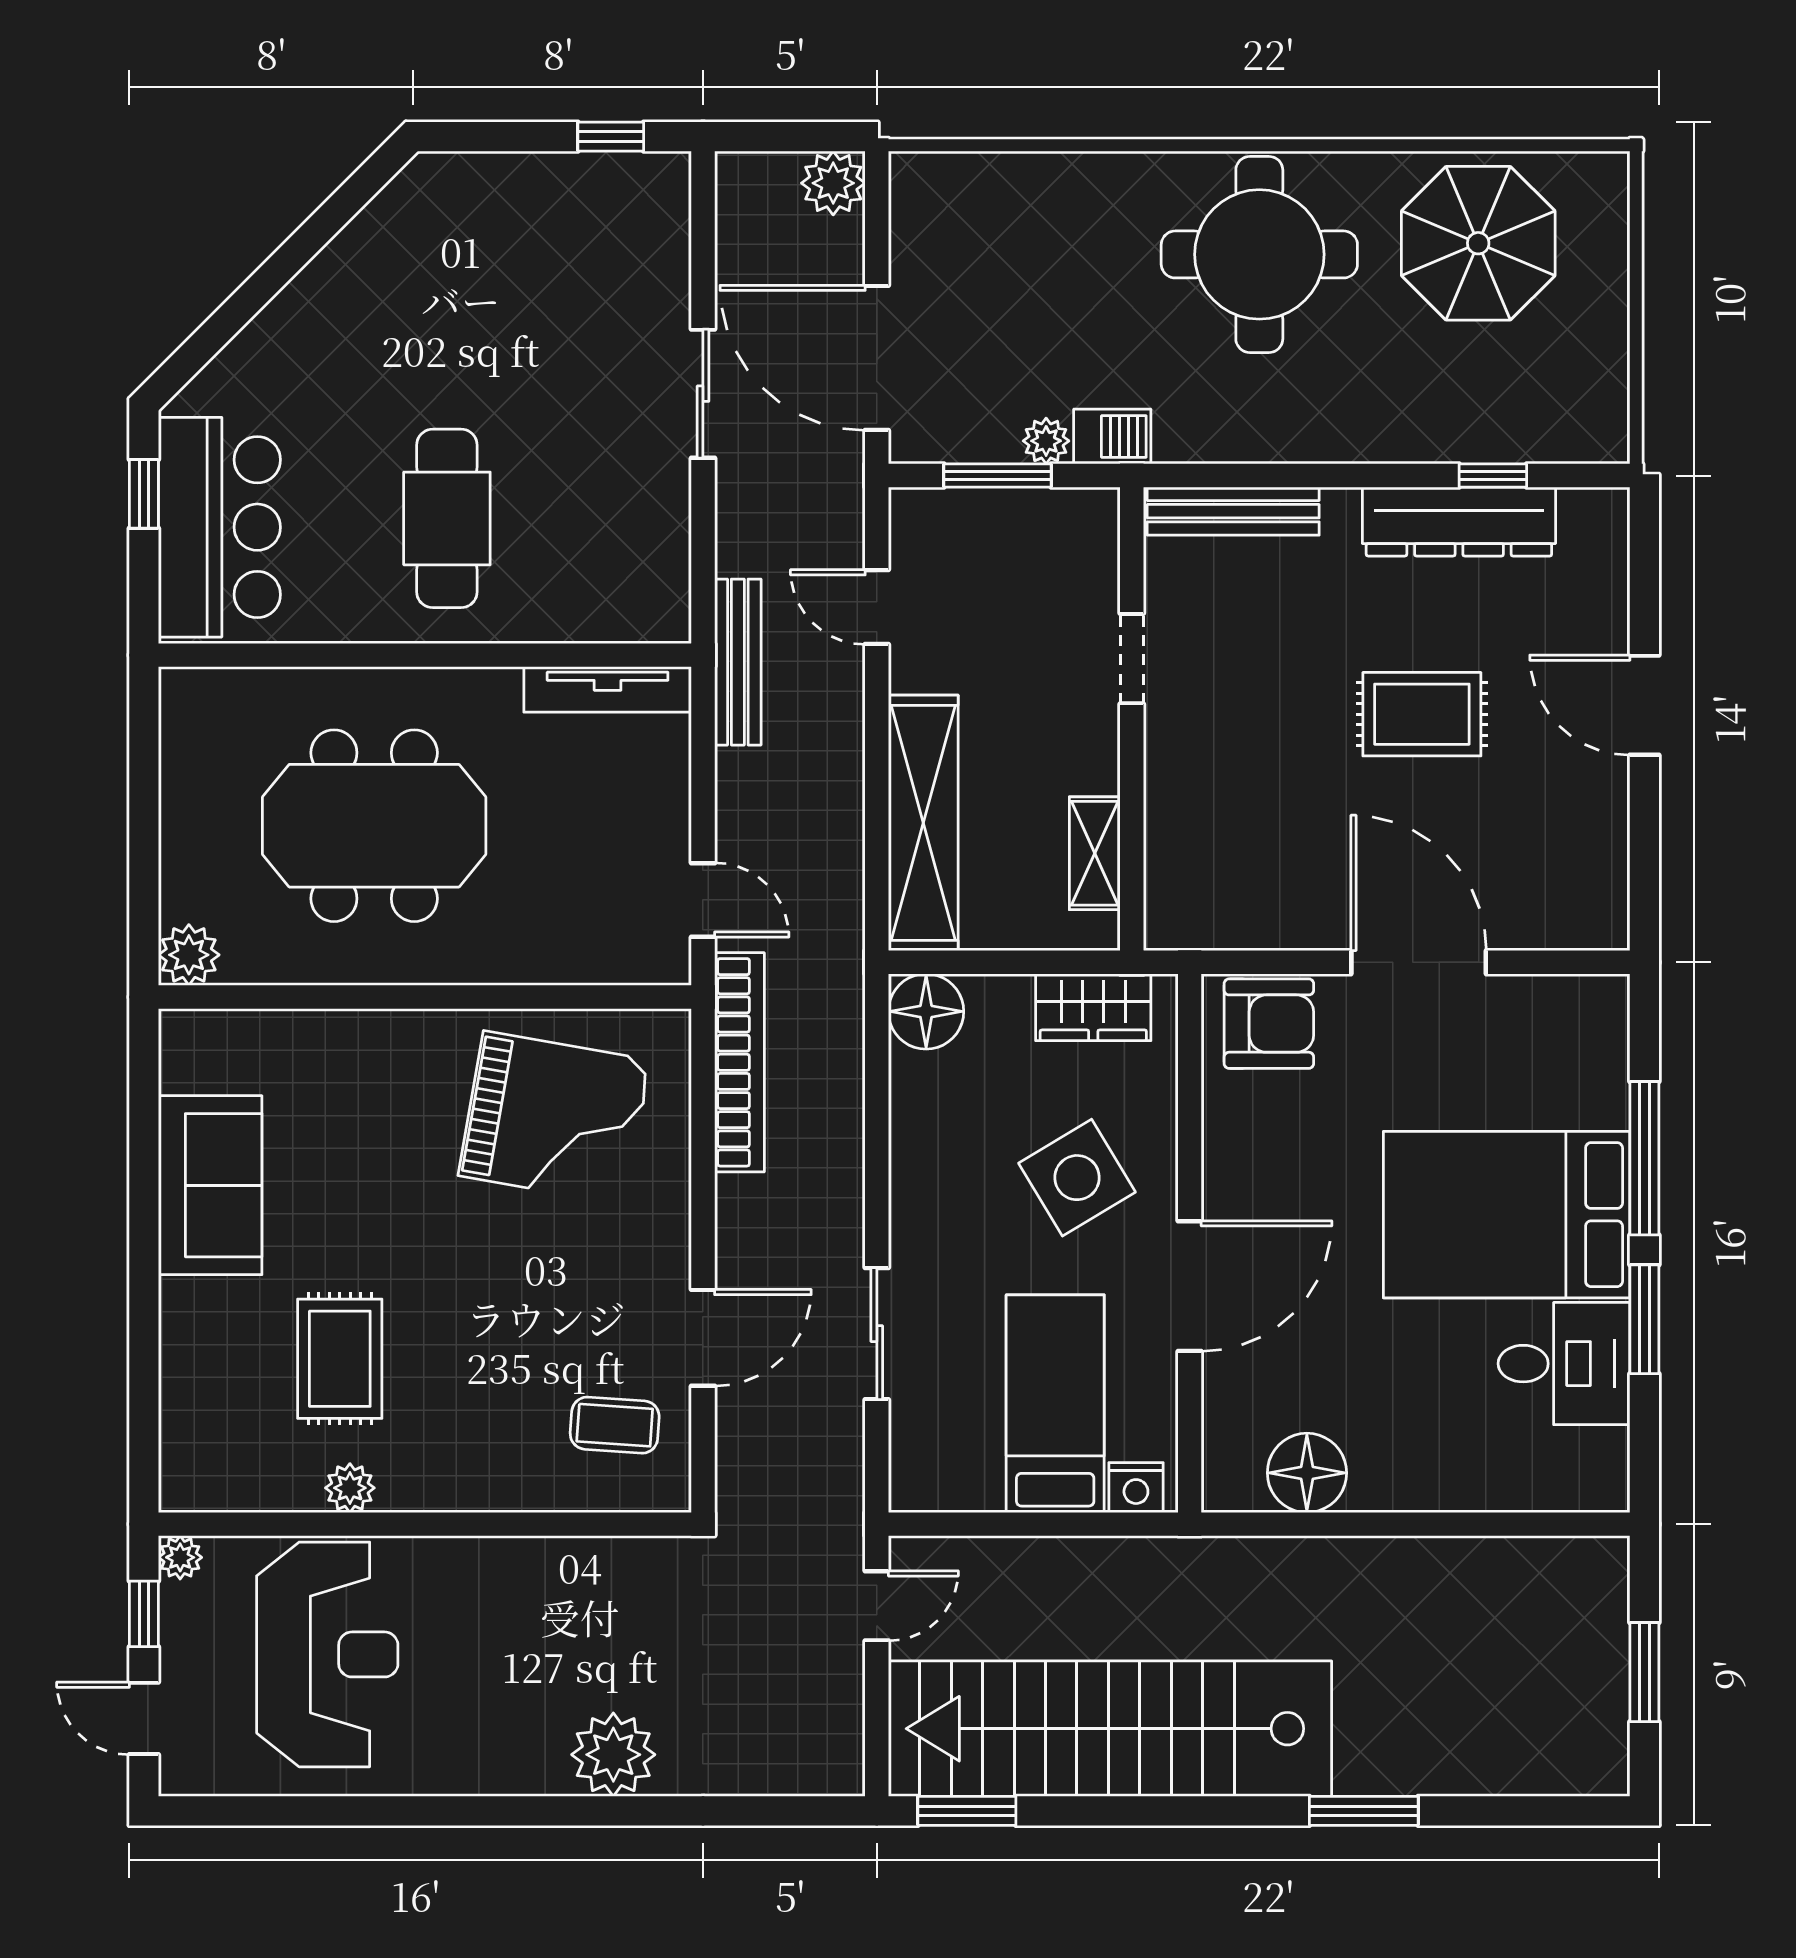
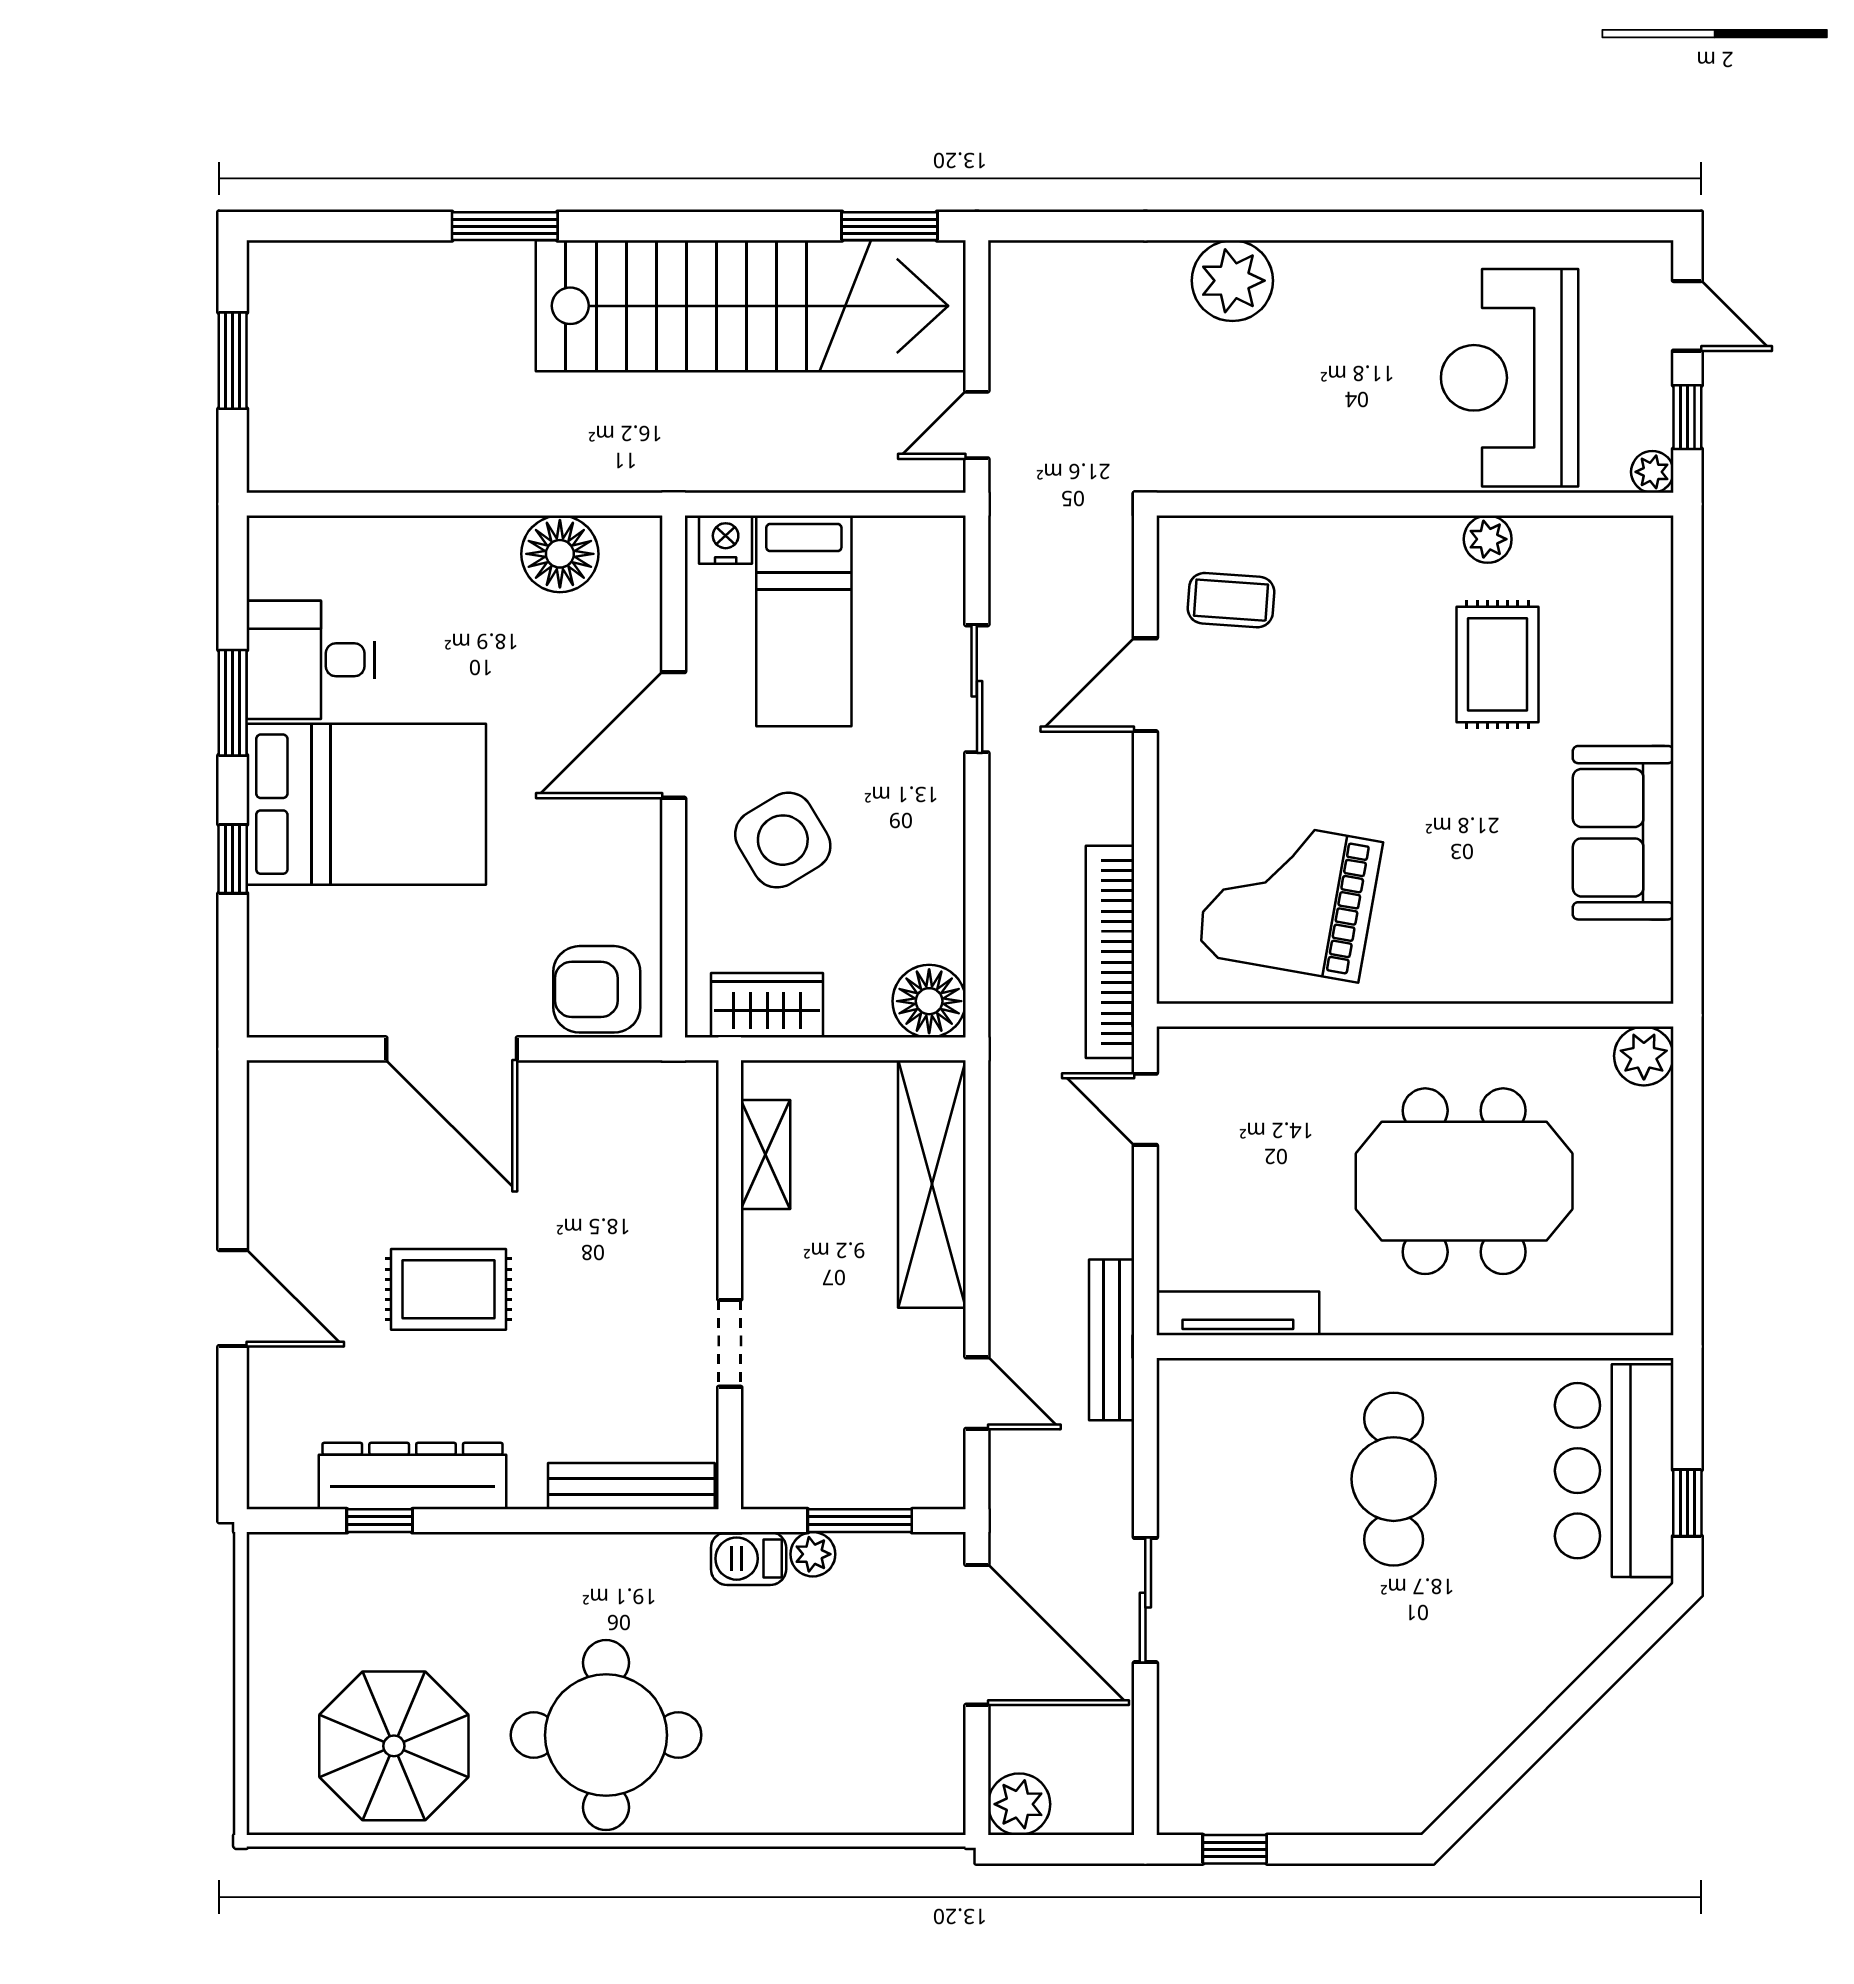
window: (1644, 1158) -> (233, 859), width x0.46

